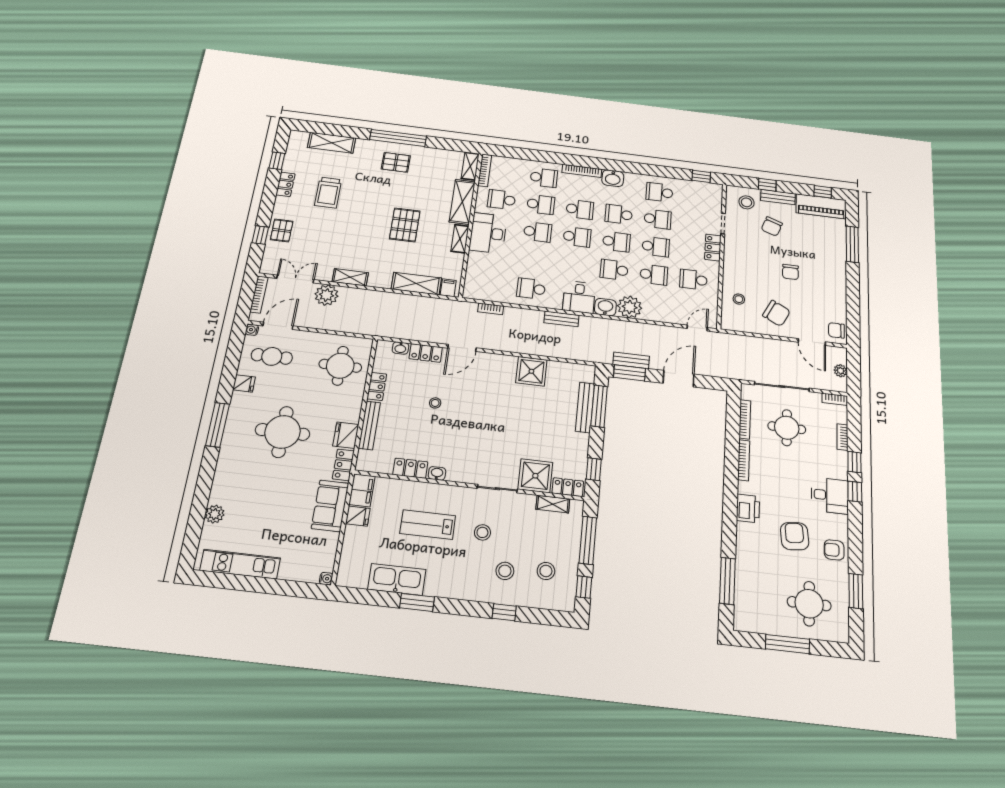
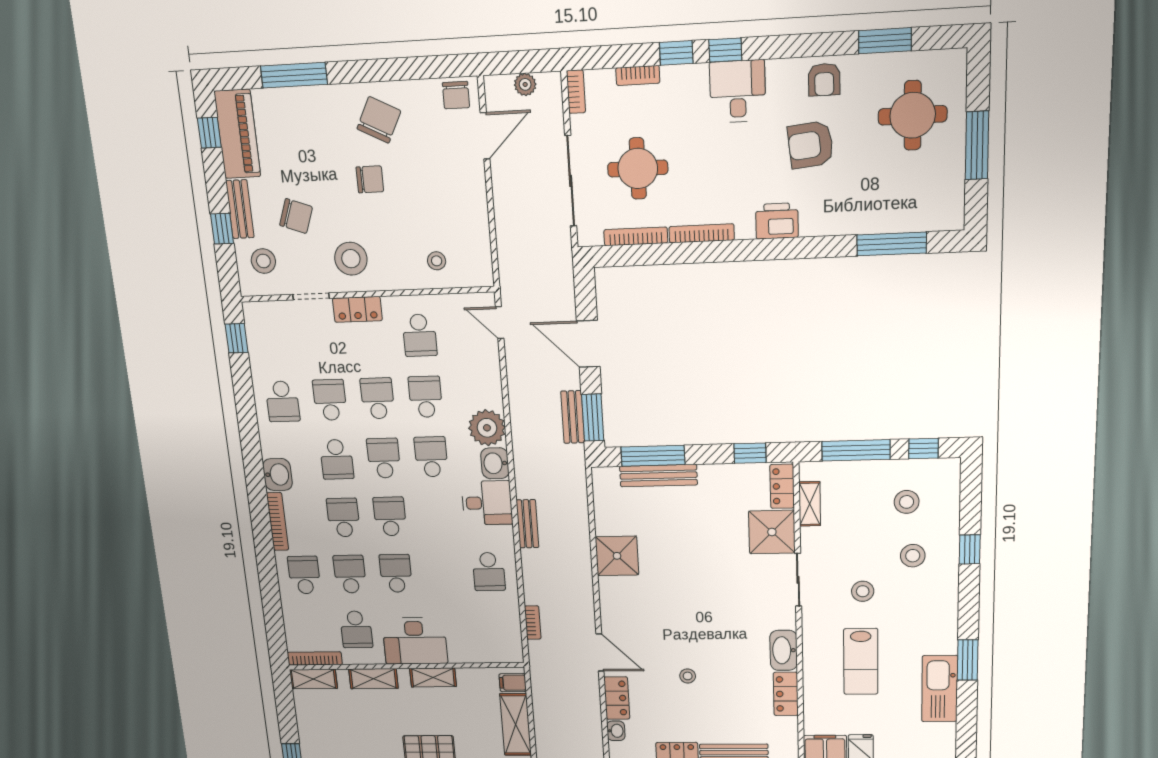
shelving: (462, 202) -> (373, 679), width x0.67, depth x0.75
stool: (744, 251) -> (351, 259), added
school desk: (614, 270) -> (431, 457), turned 180
chair: (776, 313) -> (379, 120), moved
washbasin: (437, 473) -> (784, 650), width x1.91, depth x1.45

